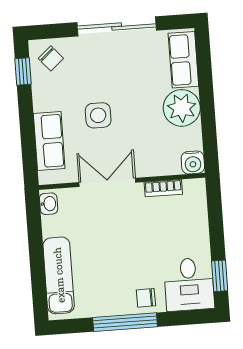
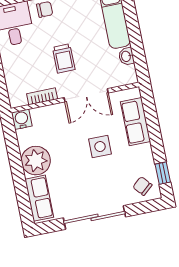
washbasin: (49, 204) -> (126, 56), moved
trolley: (130, 233) -> (64, 58), added

